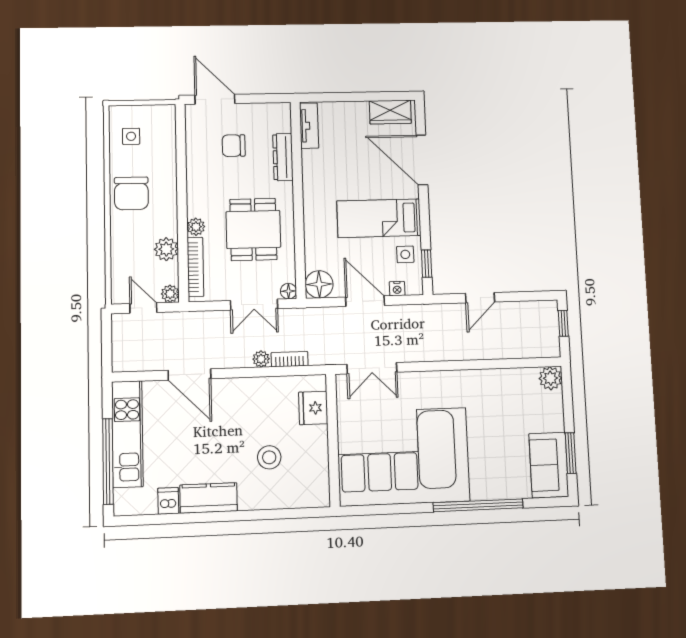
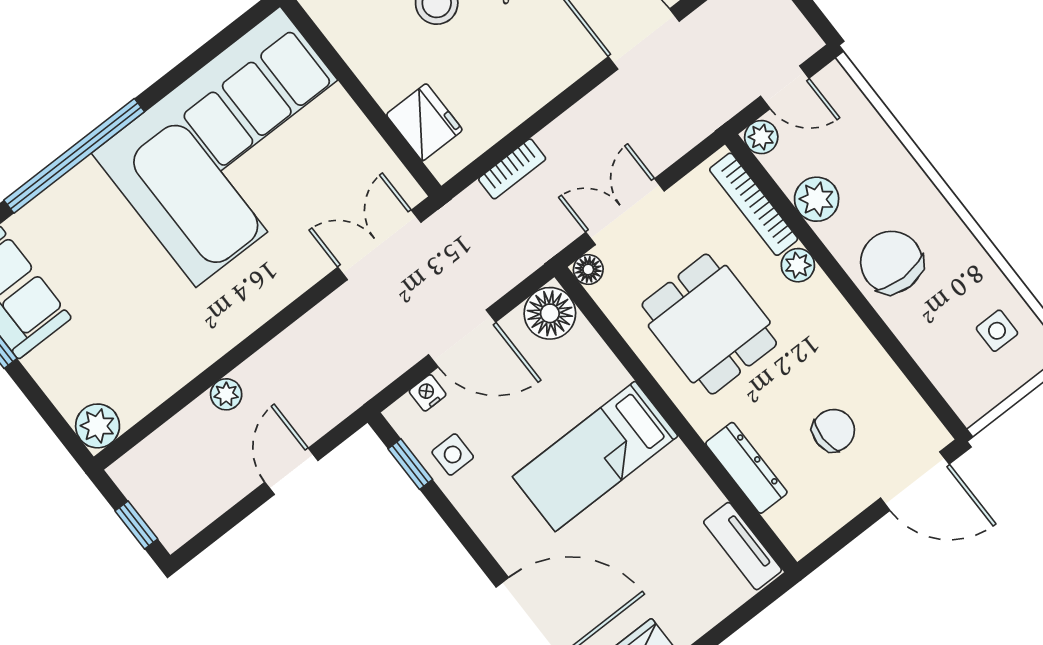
chair: (131, 193) -> (892, 262), moved
bed: (379, 218) -> (595, 456), moved, turned 180
plant: (261, 359) -> (226, 394), moved

